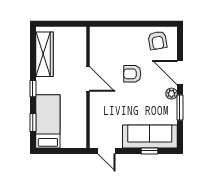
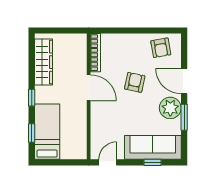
bookcase: (94, 45) -> (95, 53), added
armchair: (132, 74) -> (135, 82), turned 102
plant: (172, 94) -> (170, 108), width x1.88, depth x1.88
door: (106, 151) -> (108, 162), swing flipped

